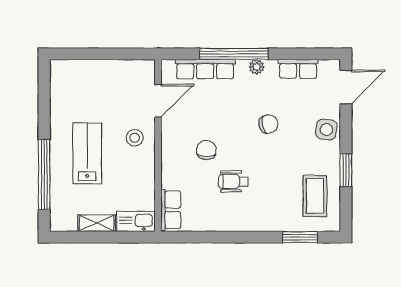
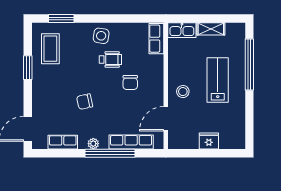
fridge: (99, 70) -> (209, 141), added
side table: (326, 130) -> (101, 36), moved
lab bench: (87, 153) -> (218, 80), turned 180

